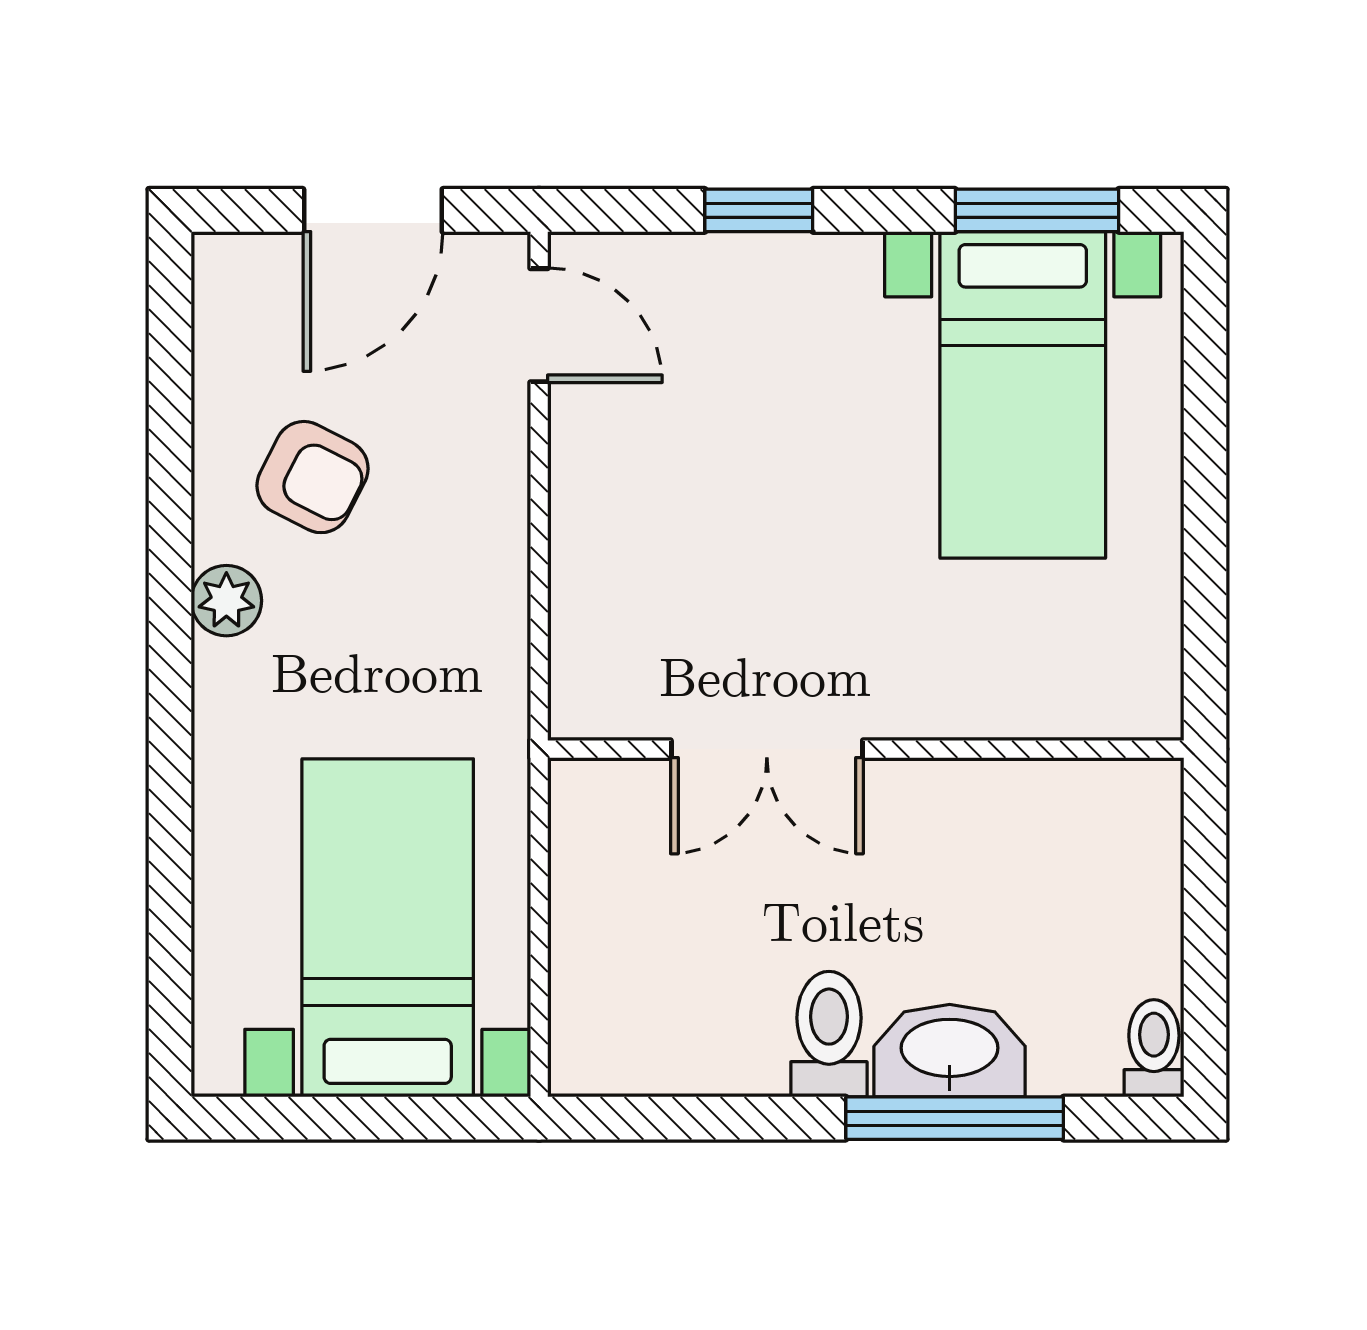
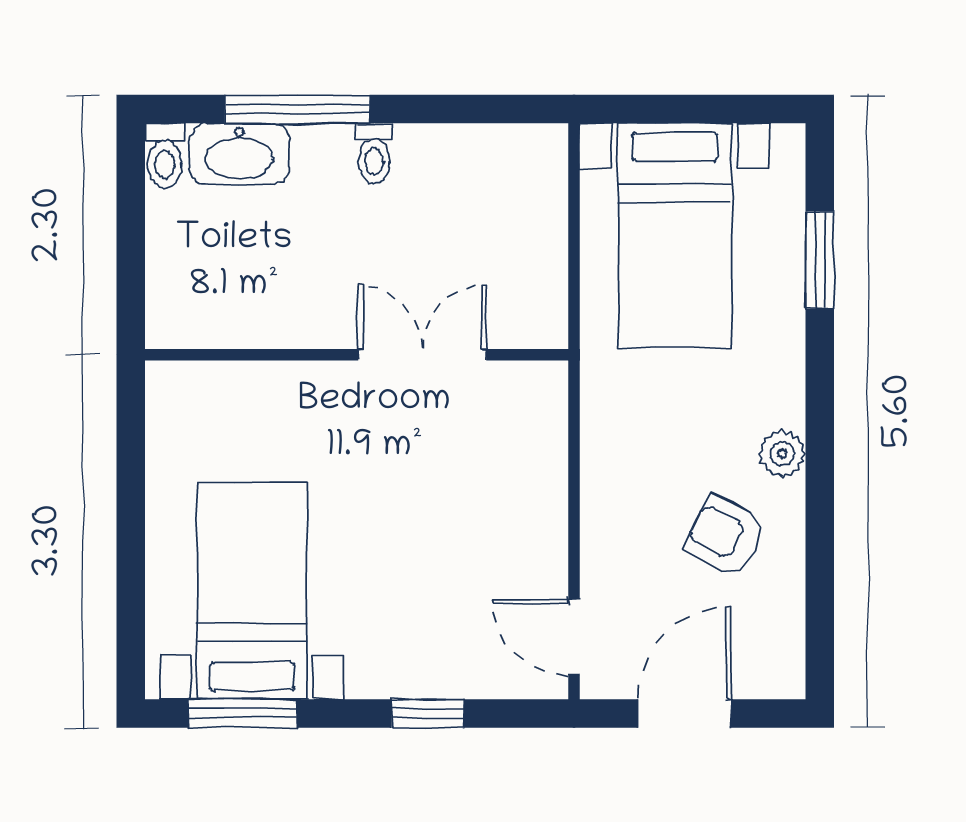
window: (170, 891) -> (820, 260), added
toilet: (829, 1034) -> (374, 153), width x0.73, depth x0.72
washbasin: (950, 1051) -> (239, 154), moved

